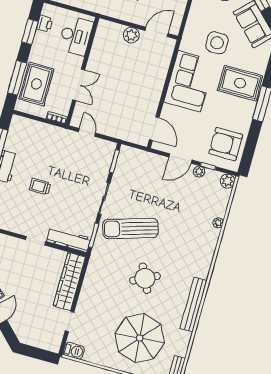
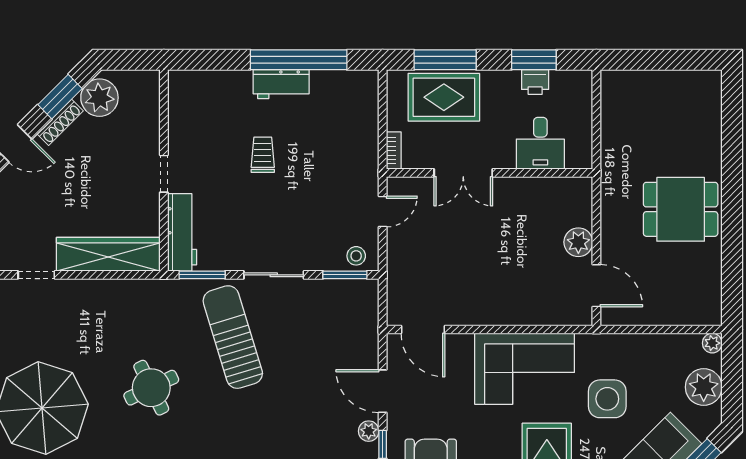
printer: (45, 24) -> (535, 82), moved
desk: (76, 36) -> (540, 143), width x0.73
door: (154, 129) -> (423, 330), hinge flipped
stool: (106, 153) -> (356, 256), added

